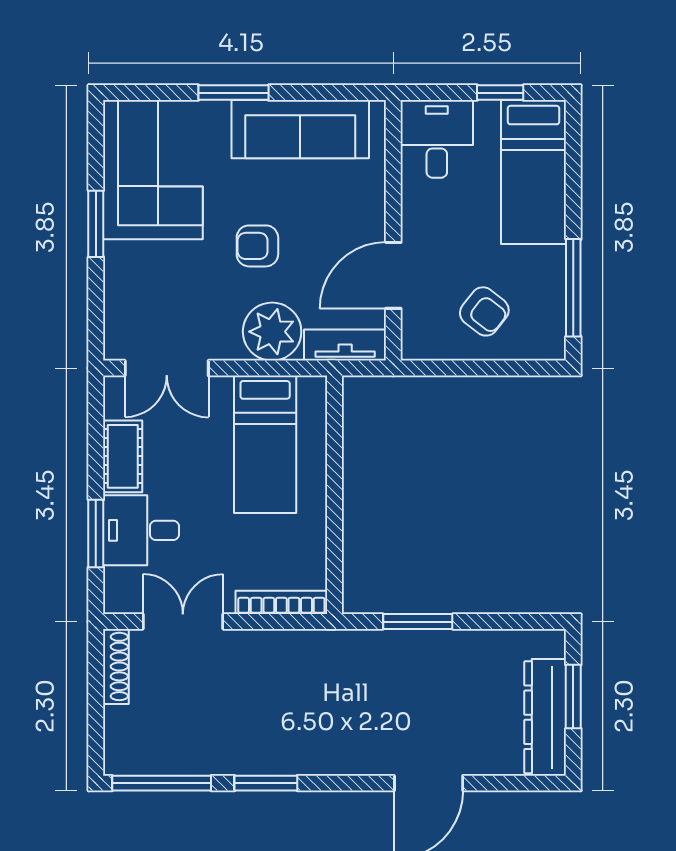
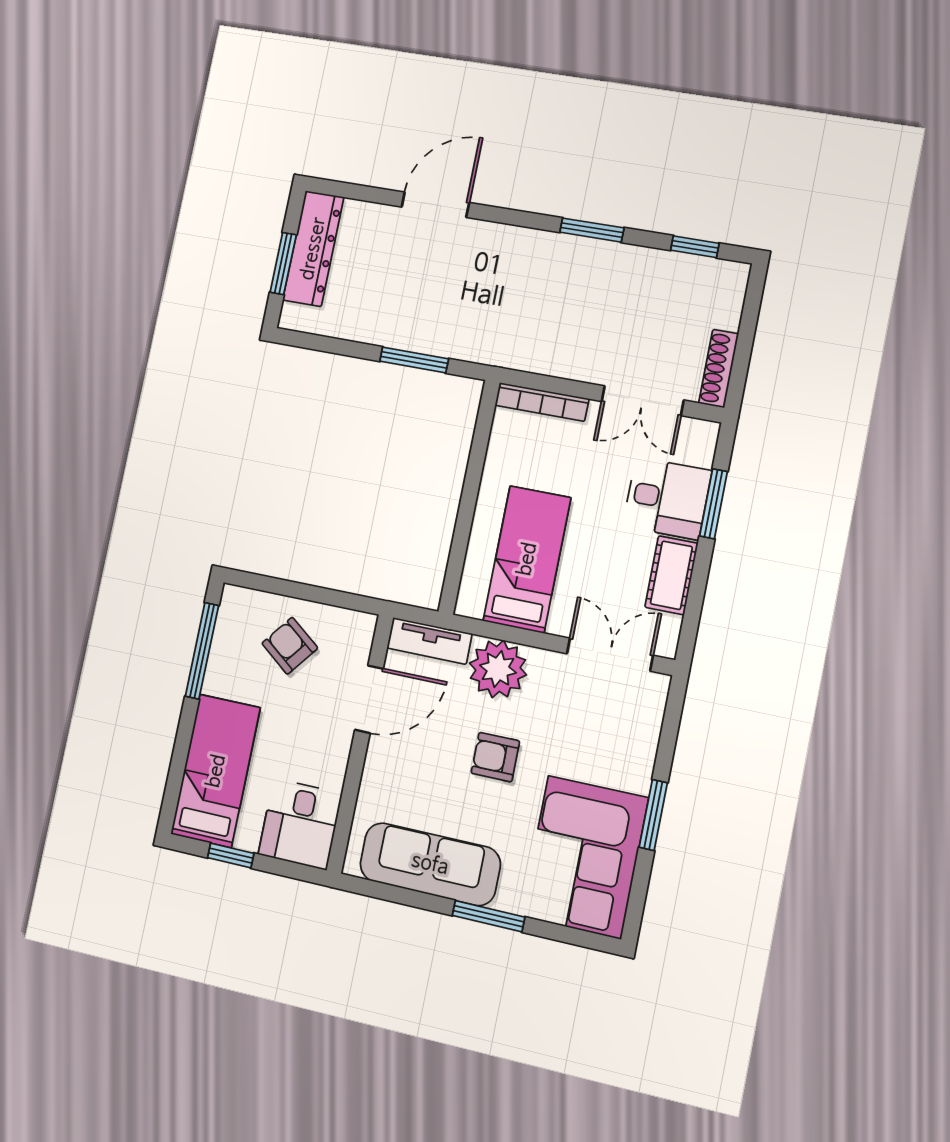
armchair: (257, 246) -> (495, 757), turned 180
window: (162, 783) -> (695, 247), width x0.46

